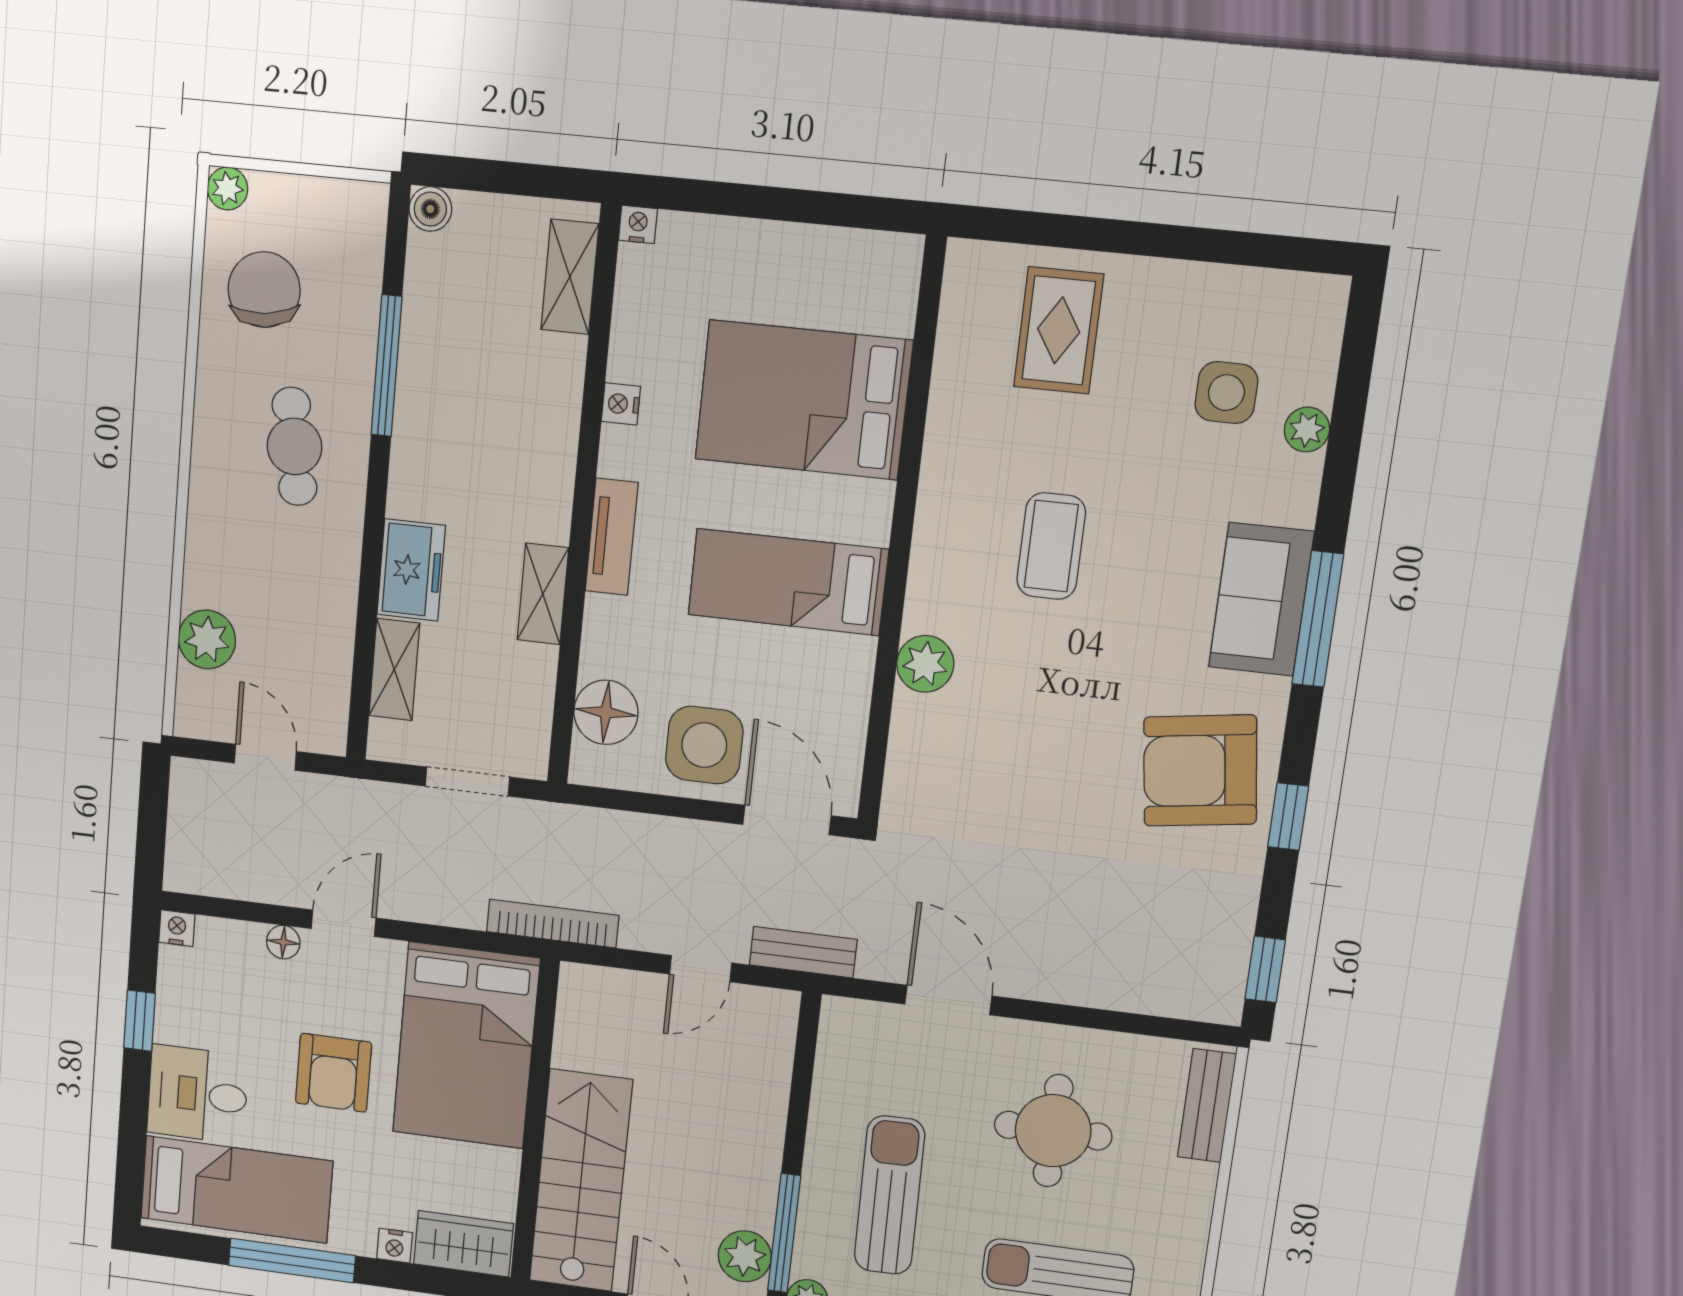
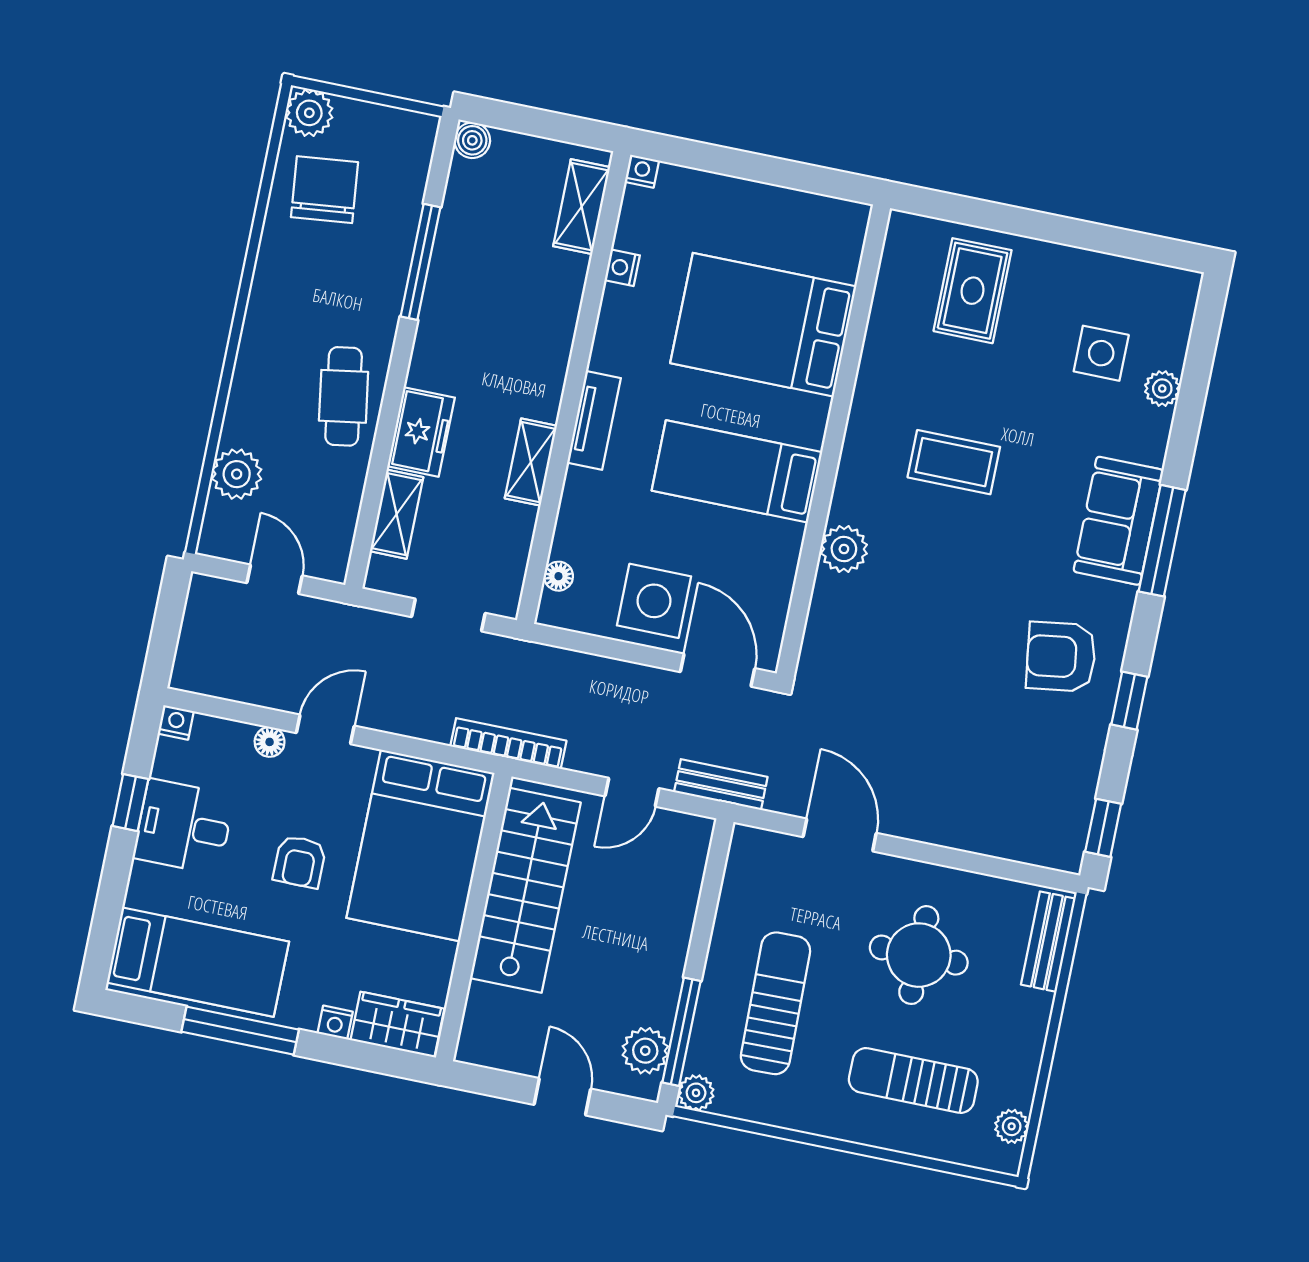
plant: (228, 188) -> (309, 113), width x1.38, depth x1.38
nightstand: (621, 404) -> (622, 268), moved
cafe table: (295, 446) -> (344, 396), moved
coffee table: (1051, 546) -> (954, 462), turned 90
floor lamp: (606, 712) -> (558, 576), width x0.53, depth x0.53
armchair: (1200, 771) -> (1061, 657), width x0.73, depth x0.73
armchair: (334, 1073) -> (300, 862), width x0.72, depth x0.72
desk: (198, 1094) -> (184, 827), moved
stairs: (581, 1181) -> (525, 890), moved

